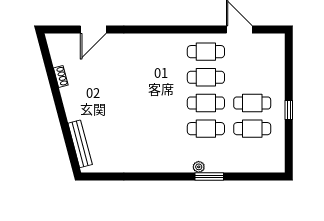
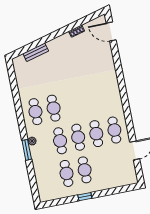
door: (93, 29) -> (111, 32), moved
cafe table: (160, 129) -> (54, 108), added
bench: (80, 144) -> (36, 52), width x0.73
cafe table: (160, 154) -> (35, 112), added

